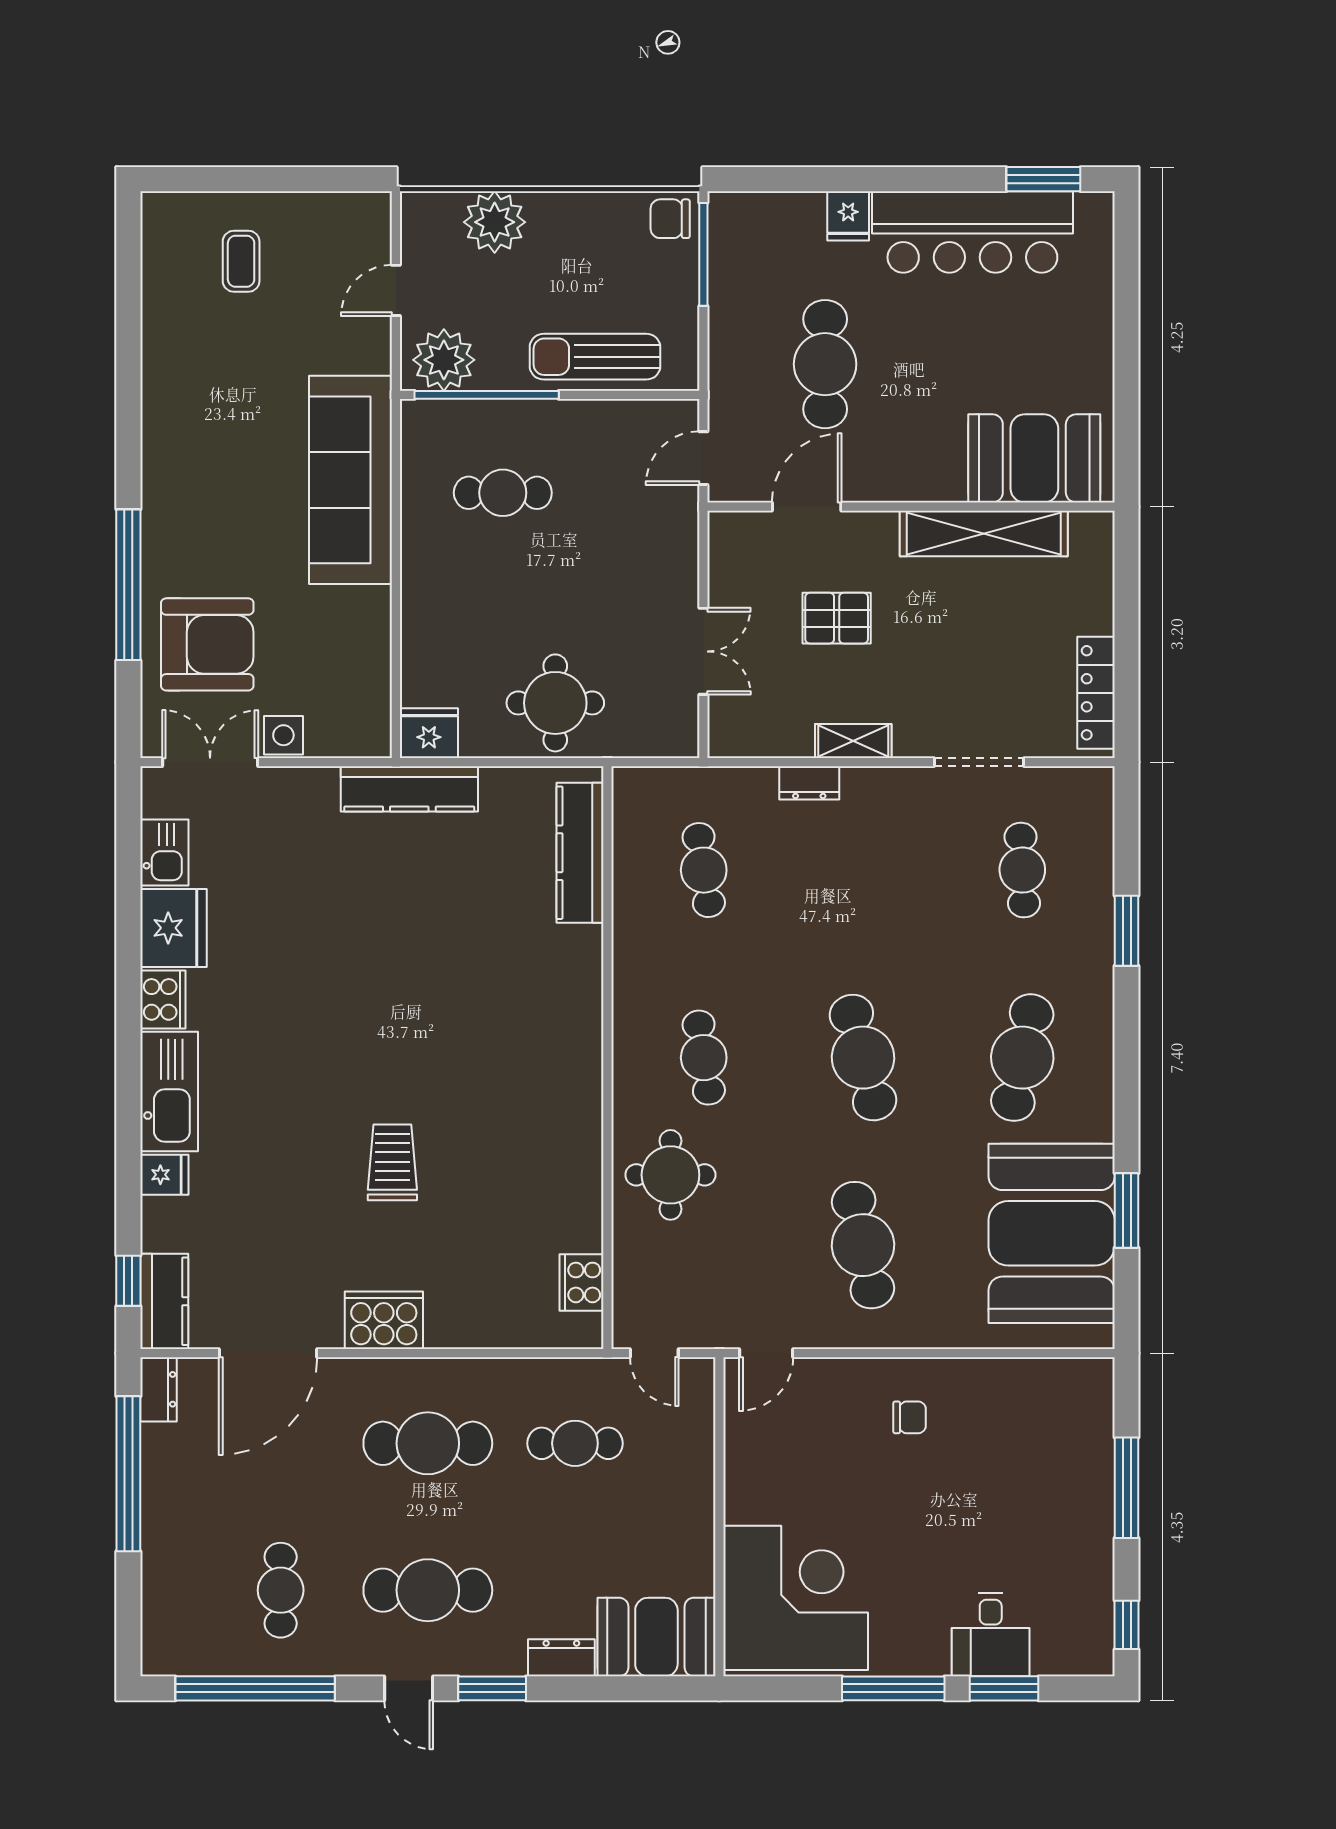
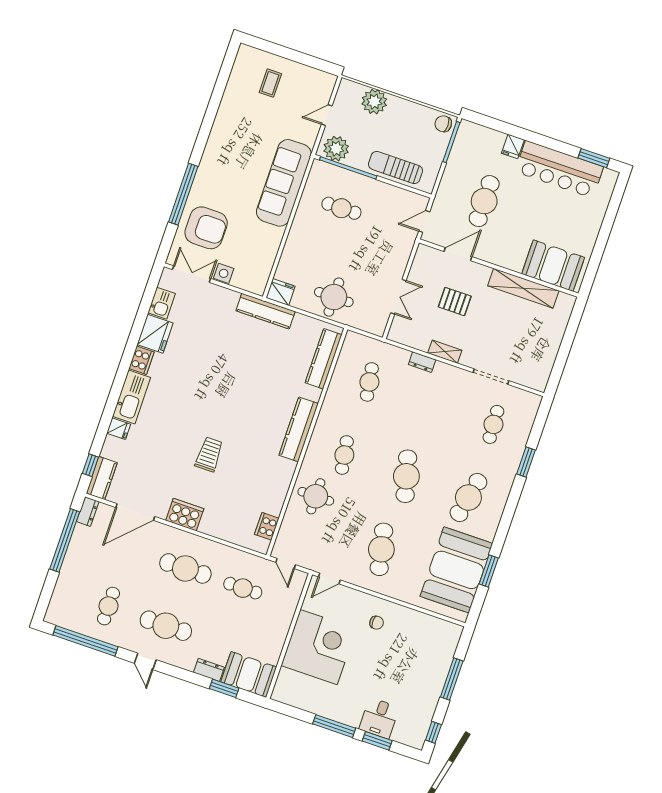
locker: (1096, 693) -> (546, 365), removed
kitchen counter: (578, 1035) -> (299, 429), added
corner desk: (796, 1598) -> (319, 647), moved
window: (492, 1688) -> (224, 688), moved

